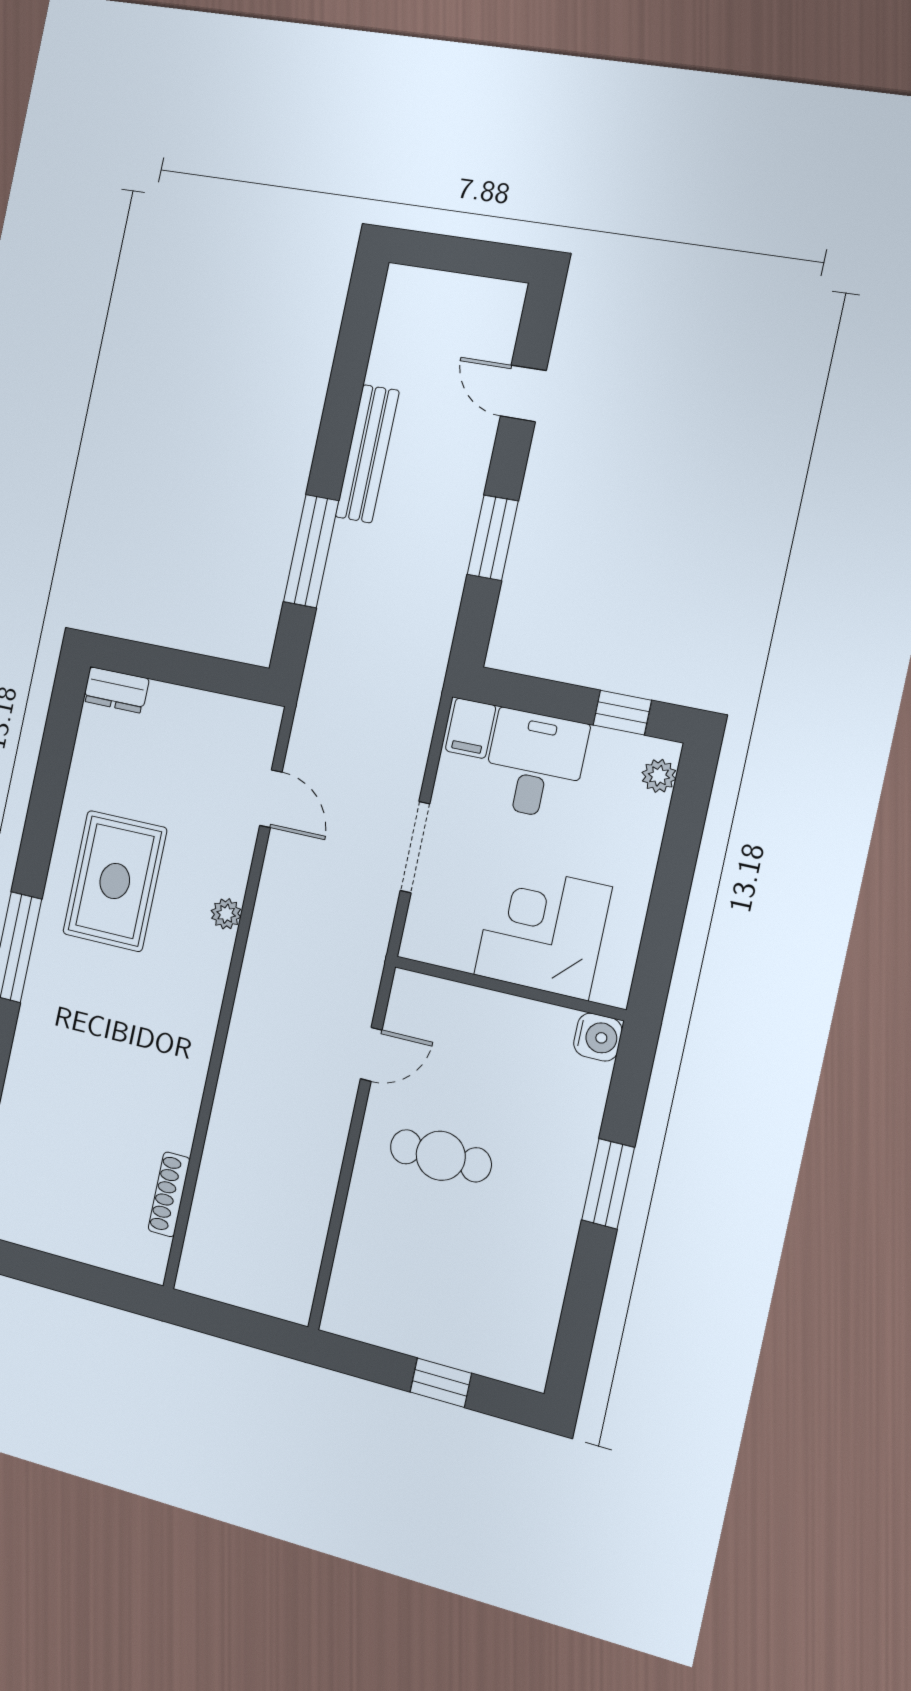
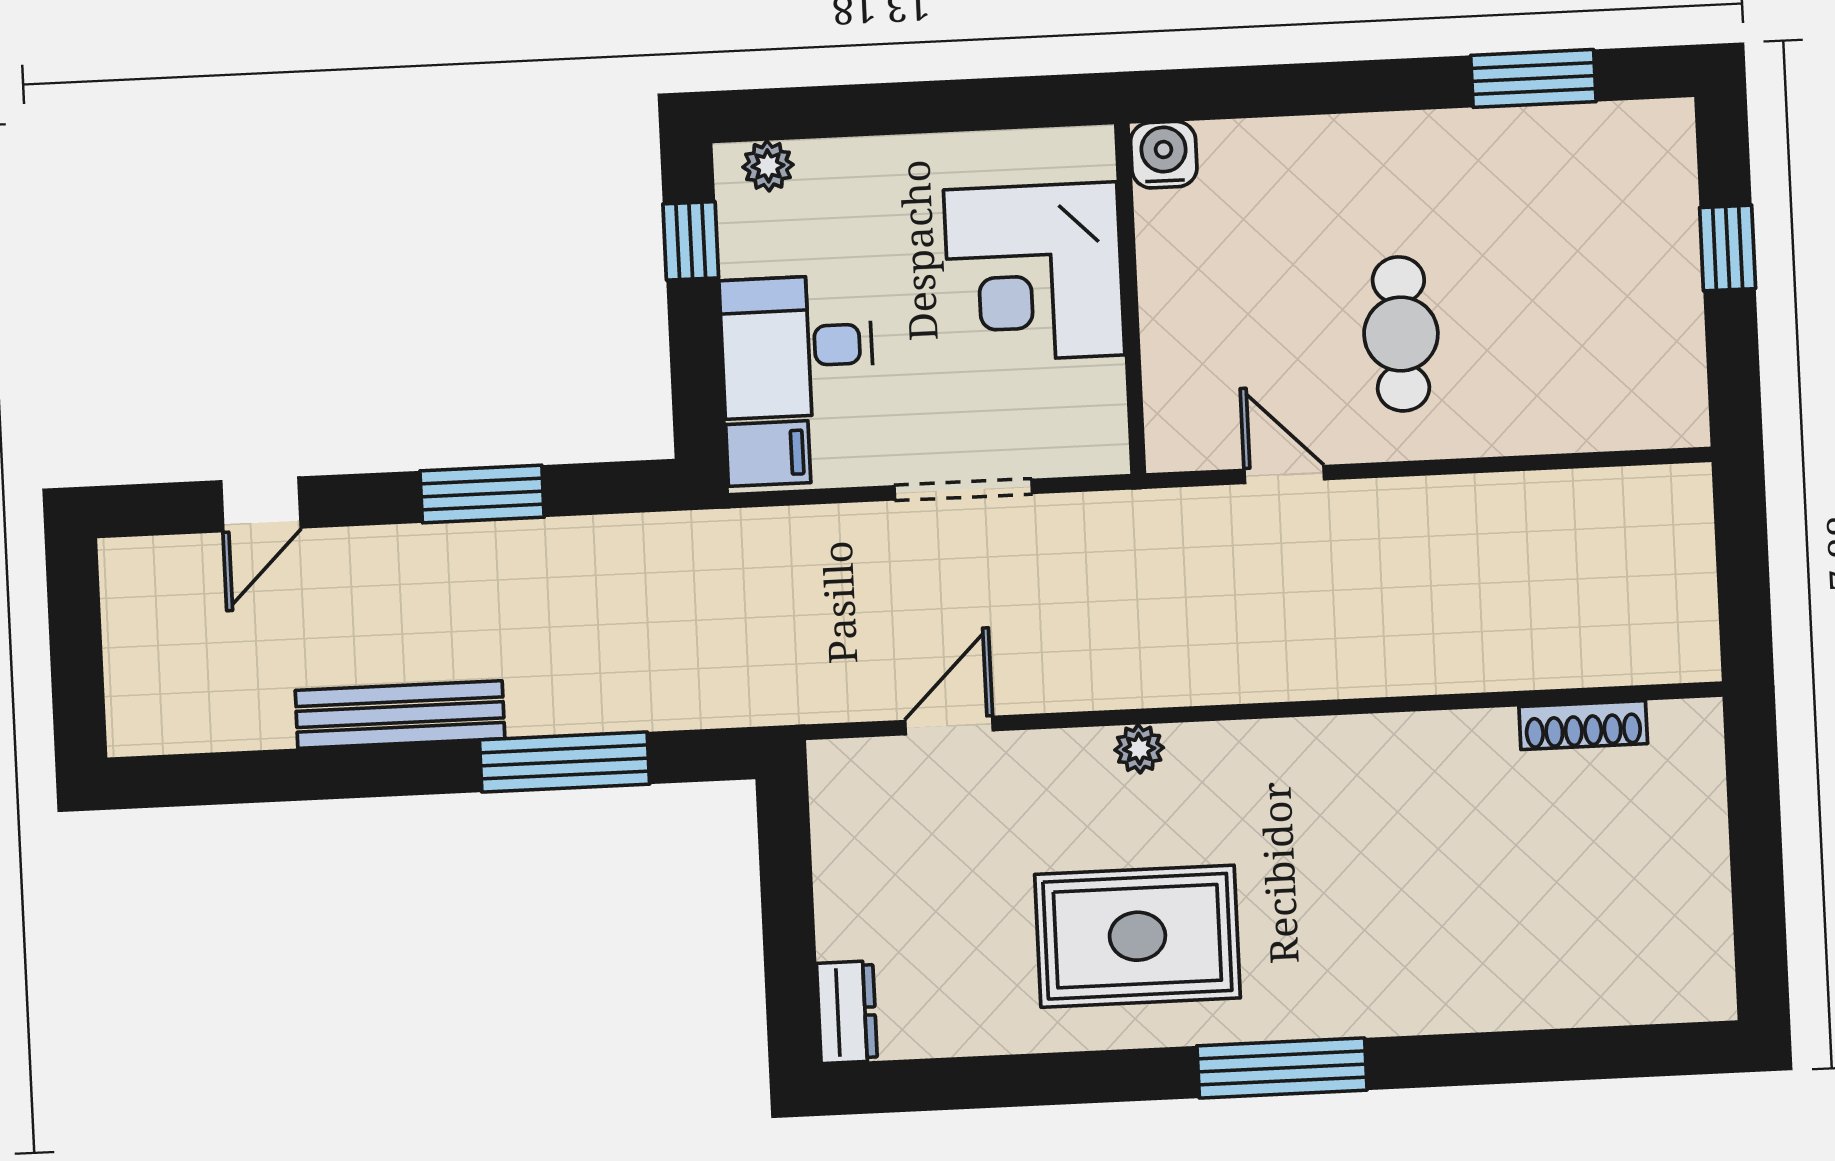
window: (608, 1184) -> (1533, 78), moved

